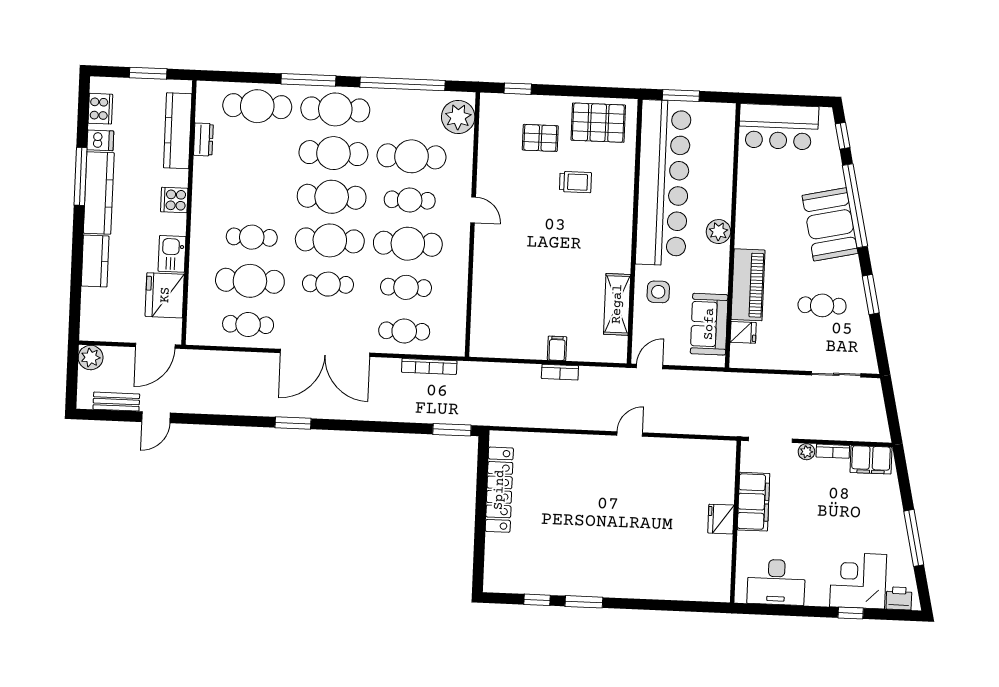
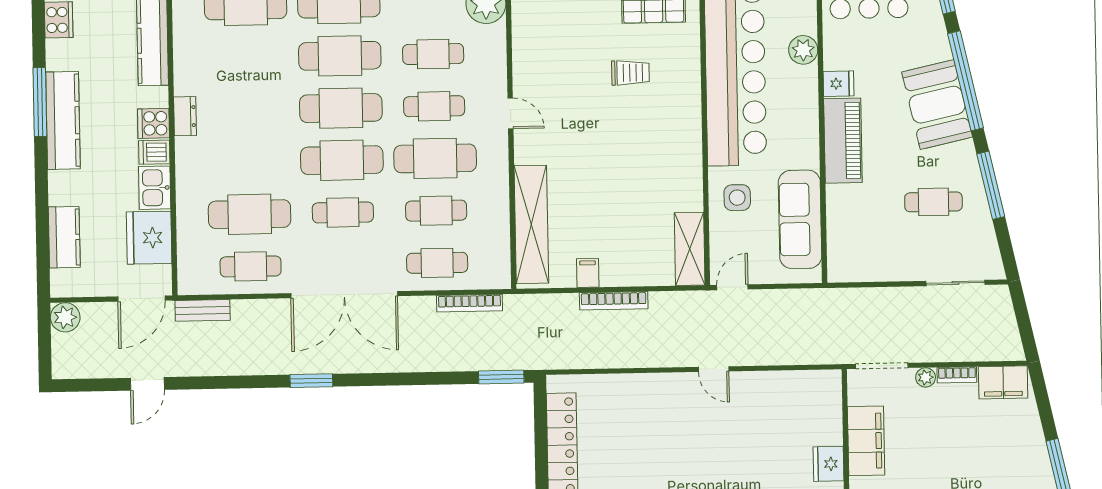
pallet: (540, 138) -> (585, 23), removed
dresser: (203, 139) -> (185, 116), moved
dishwasher: (100, 140) -> (154, 152), moved, turned 180
cafe table: (411, 156) -> (433, 54), width x0.73, depth x0.74
plant: (718, 232) -> (803, 50), moved
cafe table: (252, 237) -> (249, 162), removed
kitchen counter: (95, 261) -> (64, 237), moved
piano: (748, 285) -> (843, 141), moved
window: (871, 295) -> (991, 185), width x1.44
shelving: (485, 304) -> (531, 224), added
shelving: (617, 304) -> (690, 249), moved
sofa: (709, 324) -> (800, 219), width x1.36
fridge: (743, 332) -> (838, 84), moved
filing cabinet: (557, 348) -> (588, 273), moved
bookcase: (560, 372) -> (614, 301), width x1.56
bench: (116, 402) -> (203, 310), moved
door: (630, 434) -> (714, 369), swing flipped

